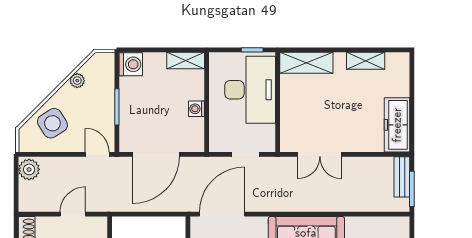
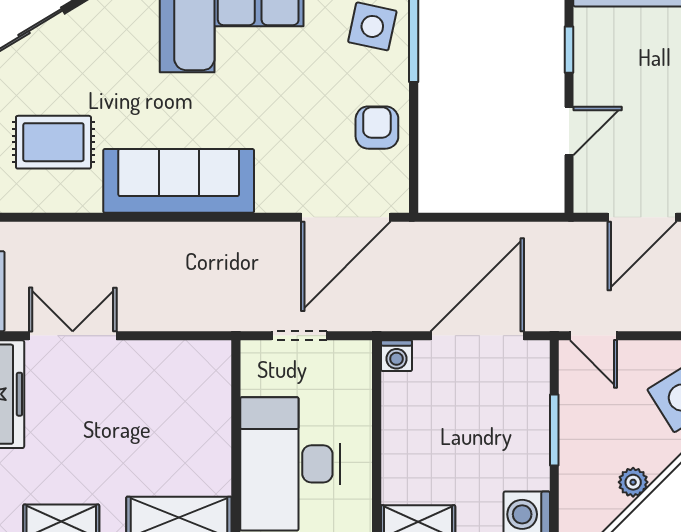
washing machine: (197, 109) -> (397, 356), moved, turned 90
double door: (320, 154) -> (73, 336), moved
door: (73, 214) -> (642, 217), width x1.38

